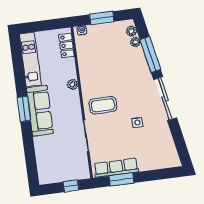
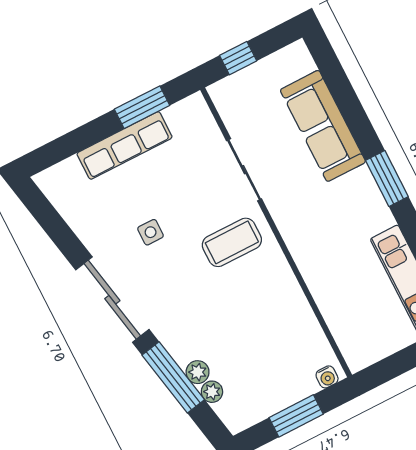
plant: (131, 31) -> (198, 372), moved
locker: (66, 45) -> (347, 336), removed
plant: (73, 84) -> (307, 262), removed
sofa: (40, 111) -> (323, 126), moved
row of seats: (116, 168) -> (125, 145), moved

